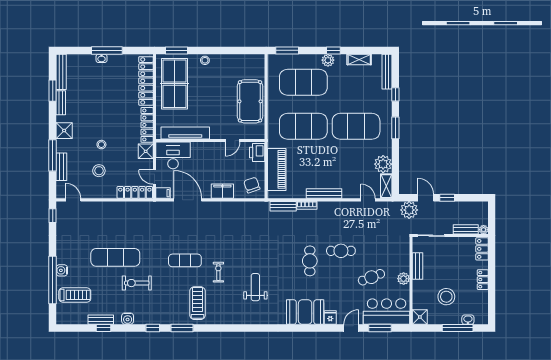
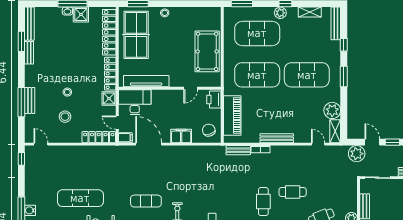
shower: (64, 131) -> (81, 15), moved
bench: (61, 167) -> (30, 100), moved

